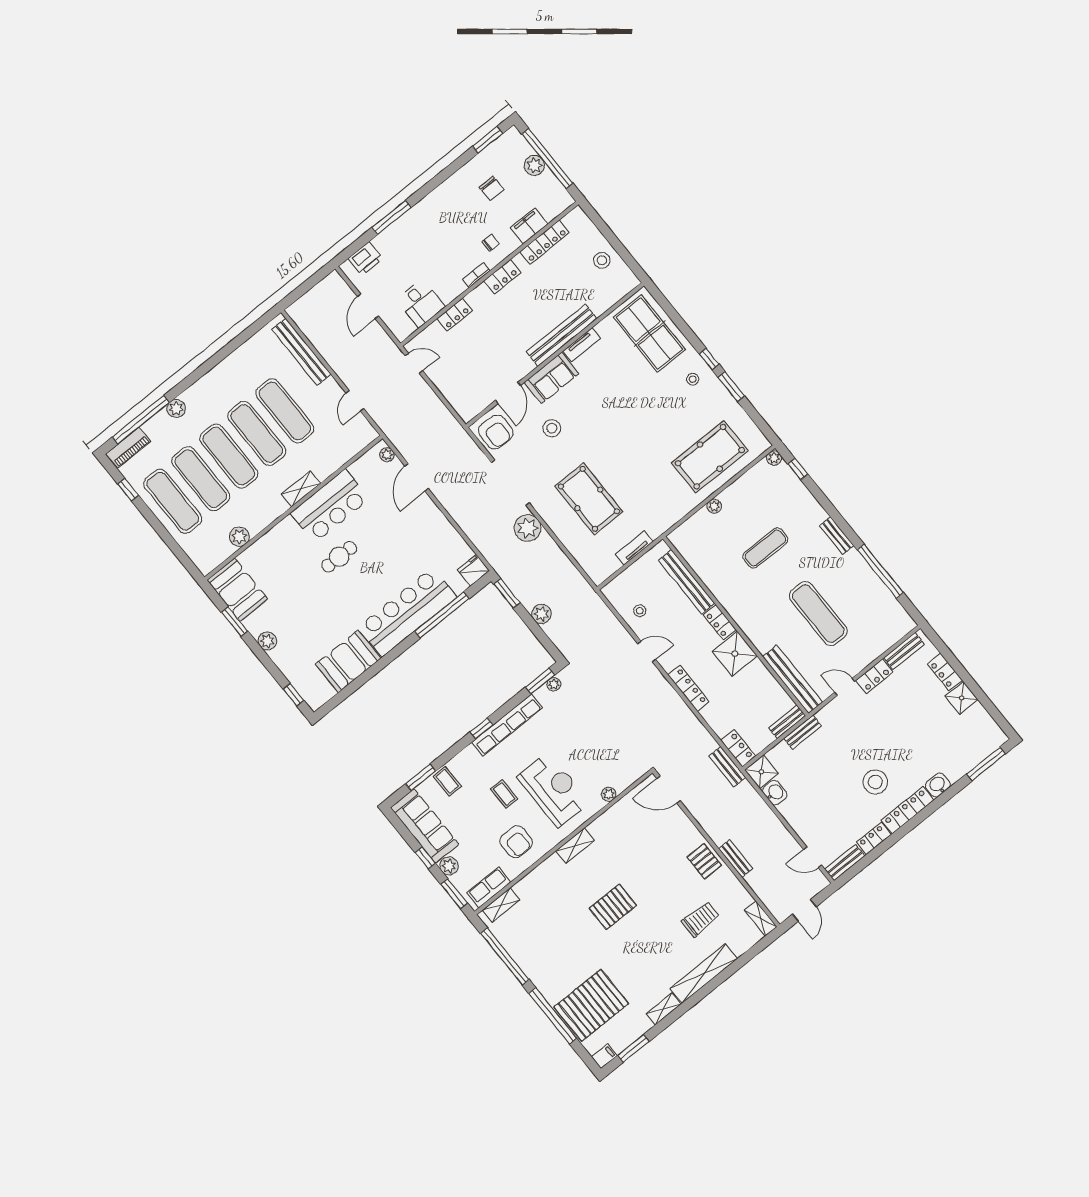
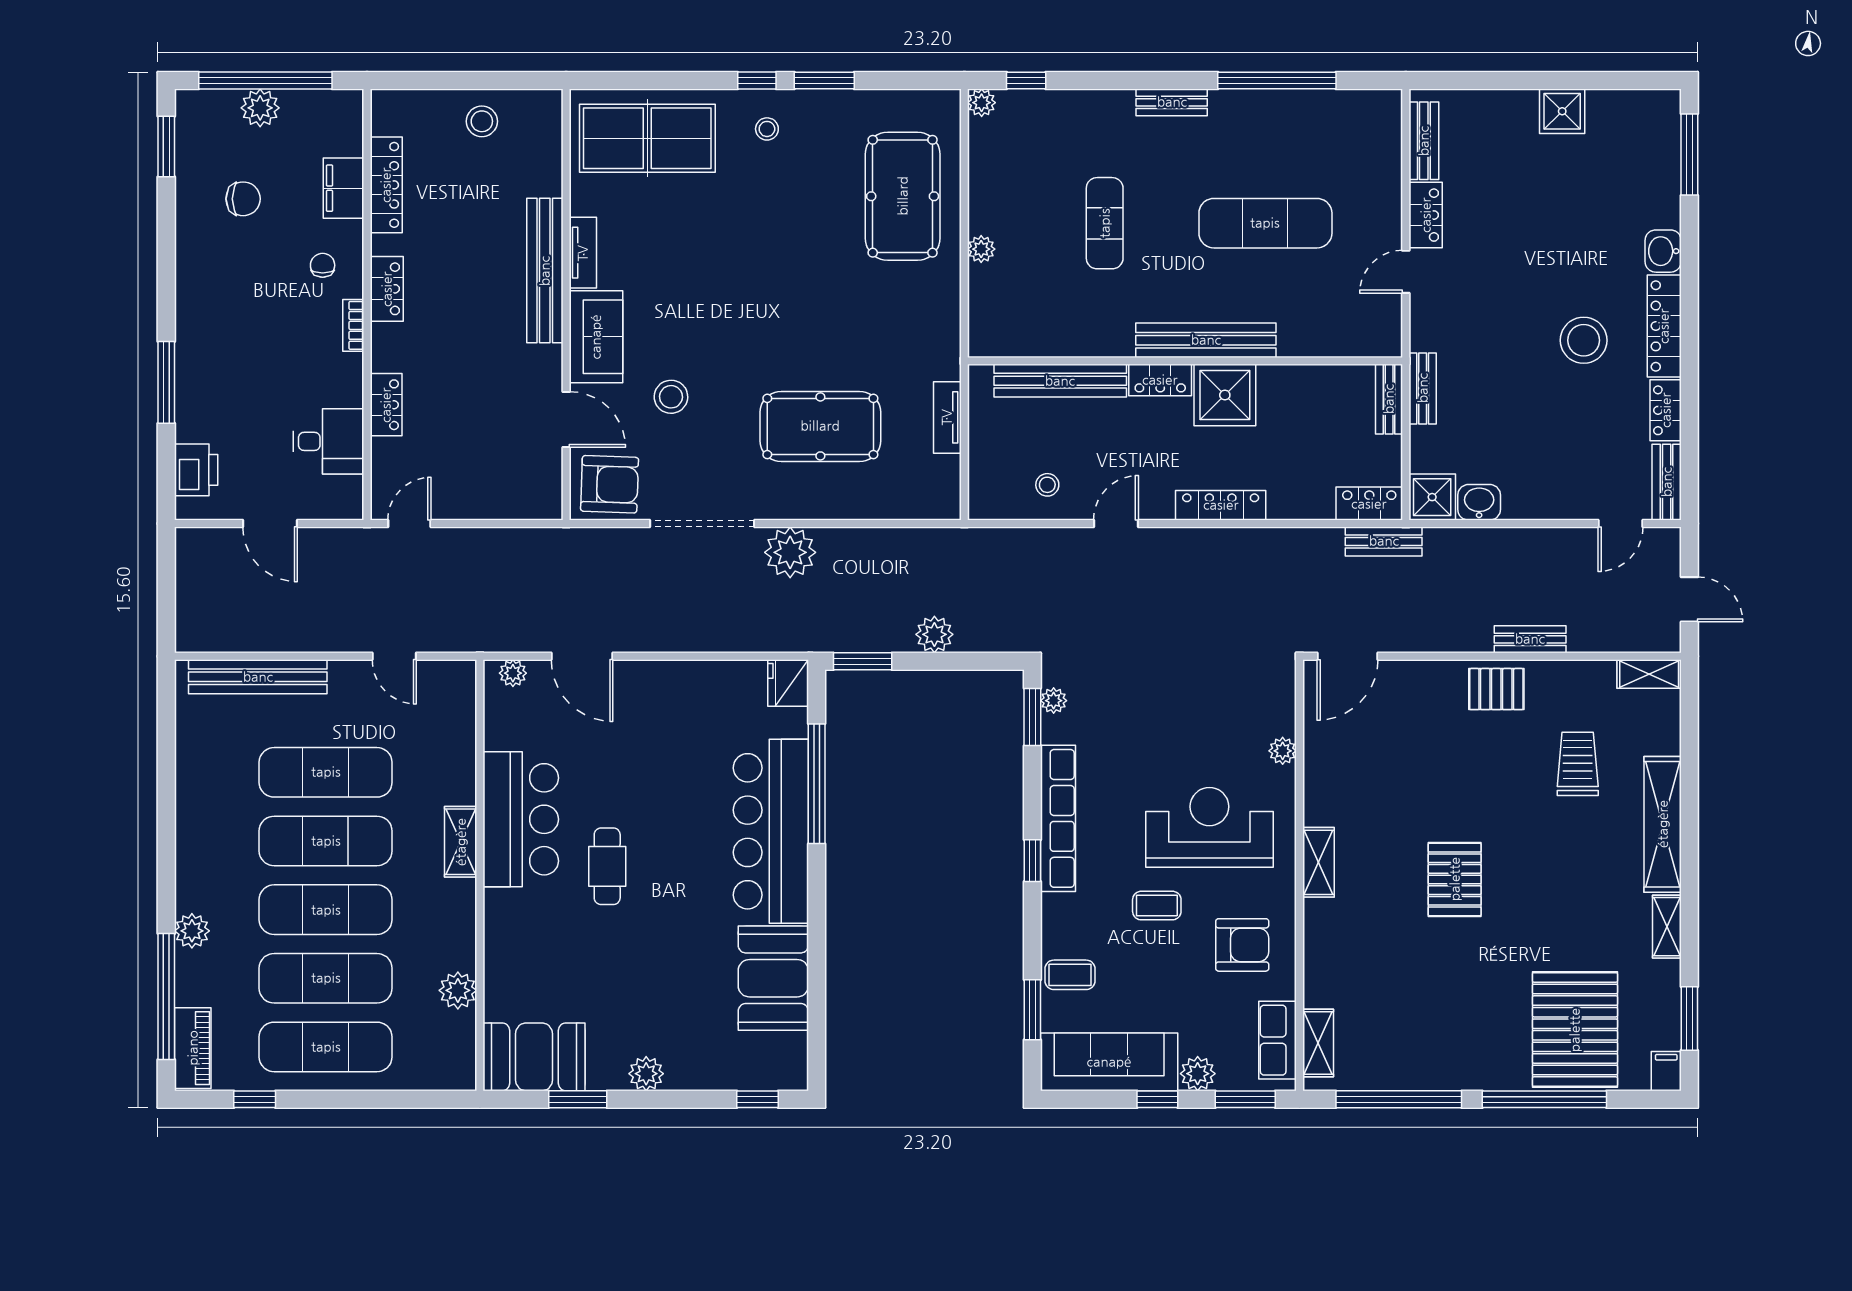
locker: (945, 672) -> (1504, 106), removed
bench: (793, 679) -> (1206, 340), moved

